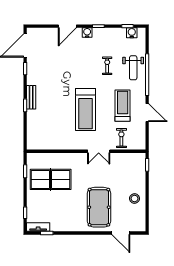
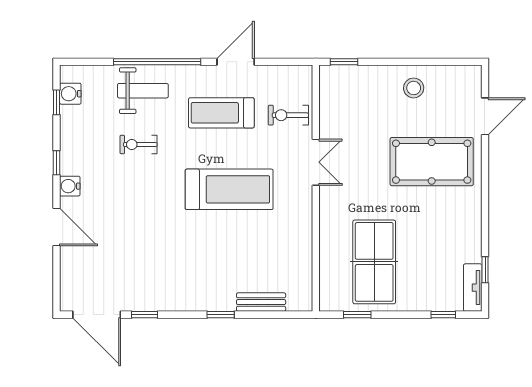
bench: (31, 97) -> (261, 302), moved

